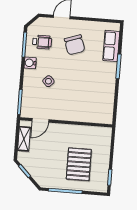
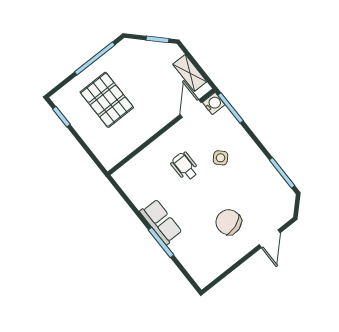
wheelchair: (42, 42) -> (185, 166), moved, turned 90
row of seats: (111, 46) -> (161, 222), moved
water cooler: (30, 63) -> (214, 103), moved

